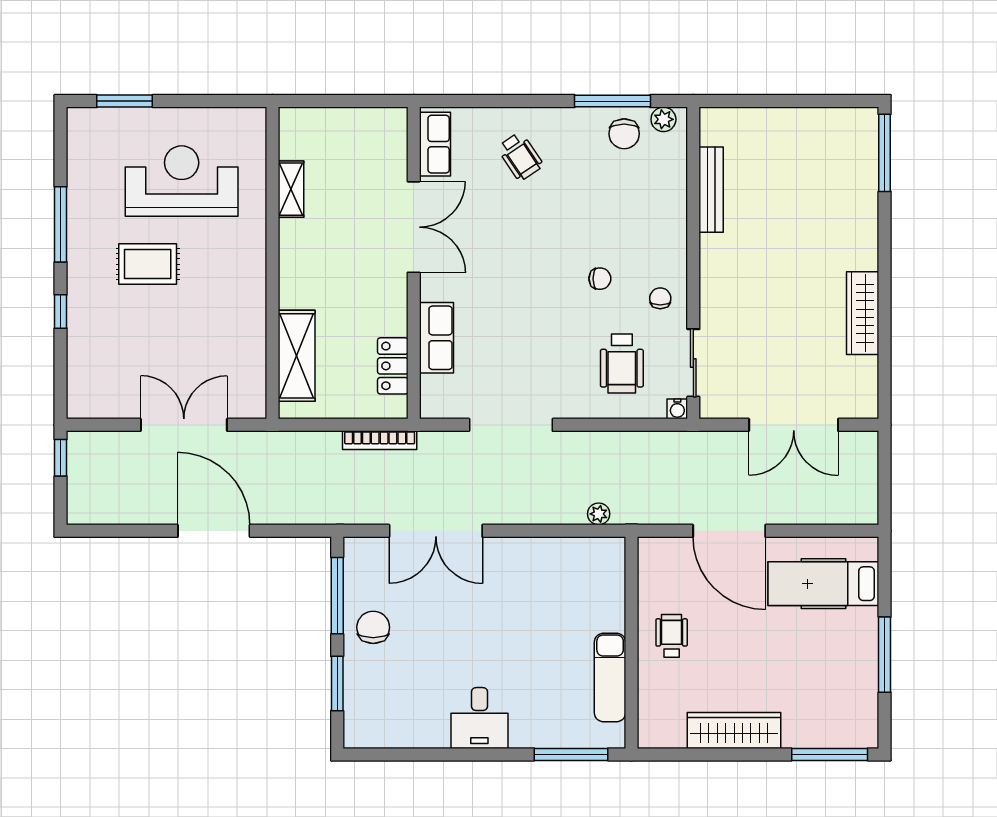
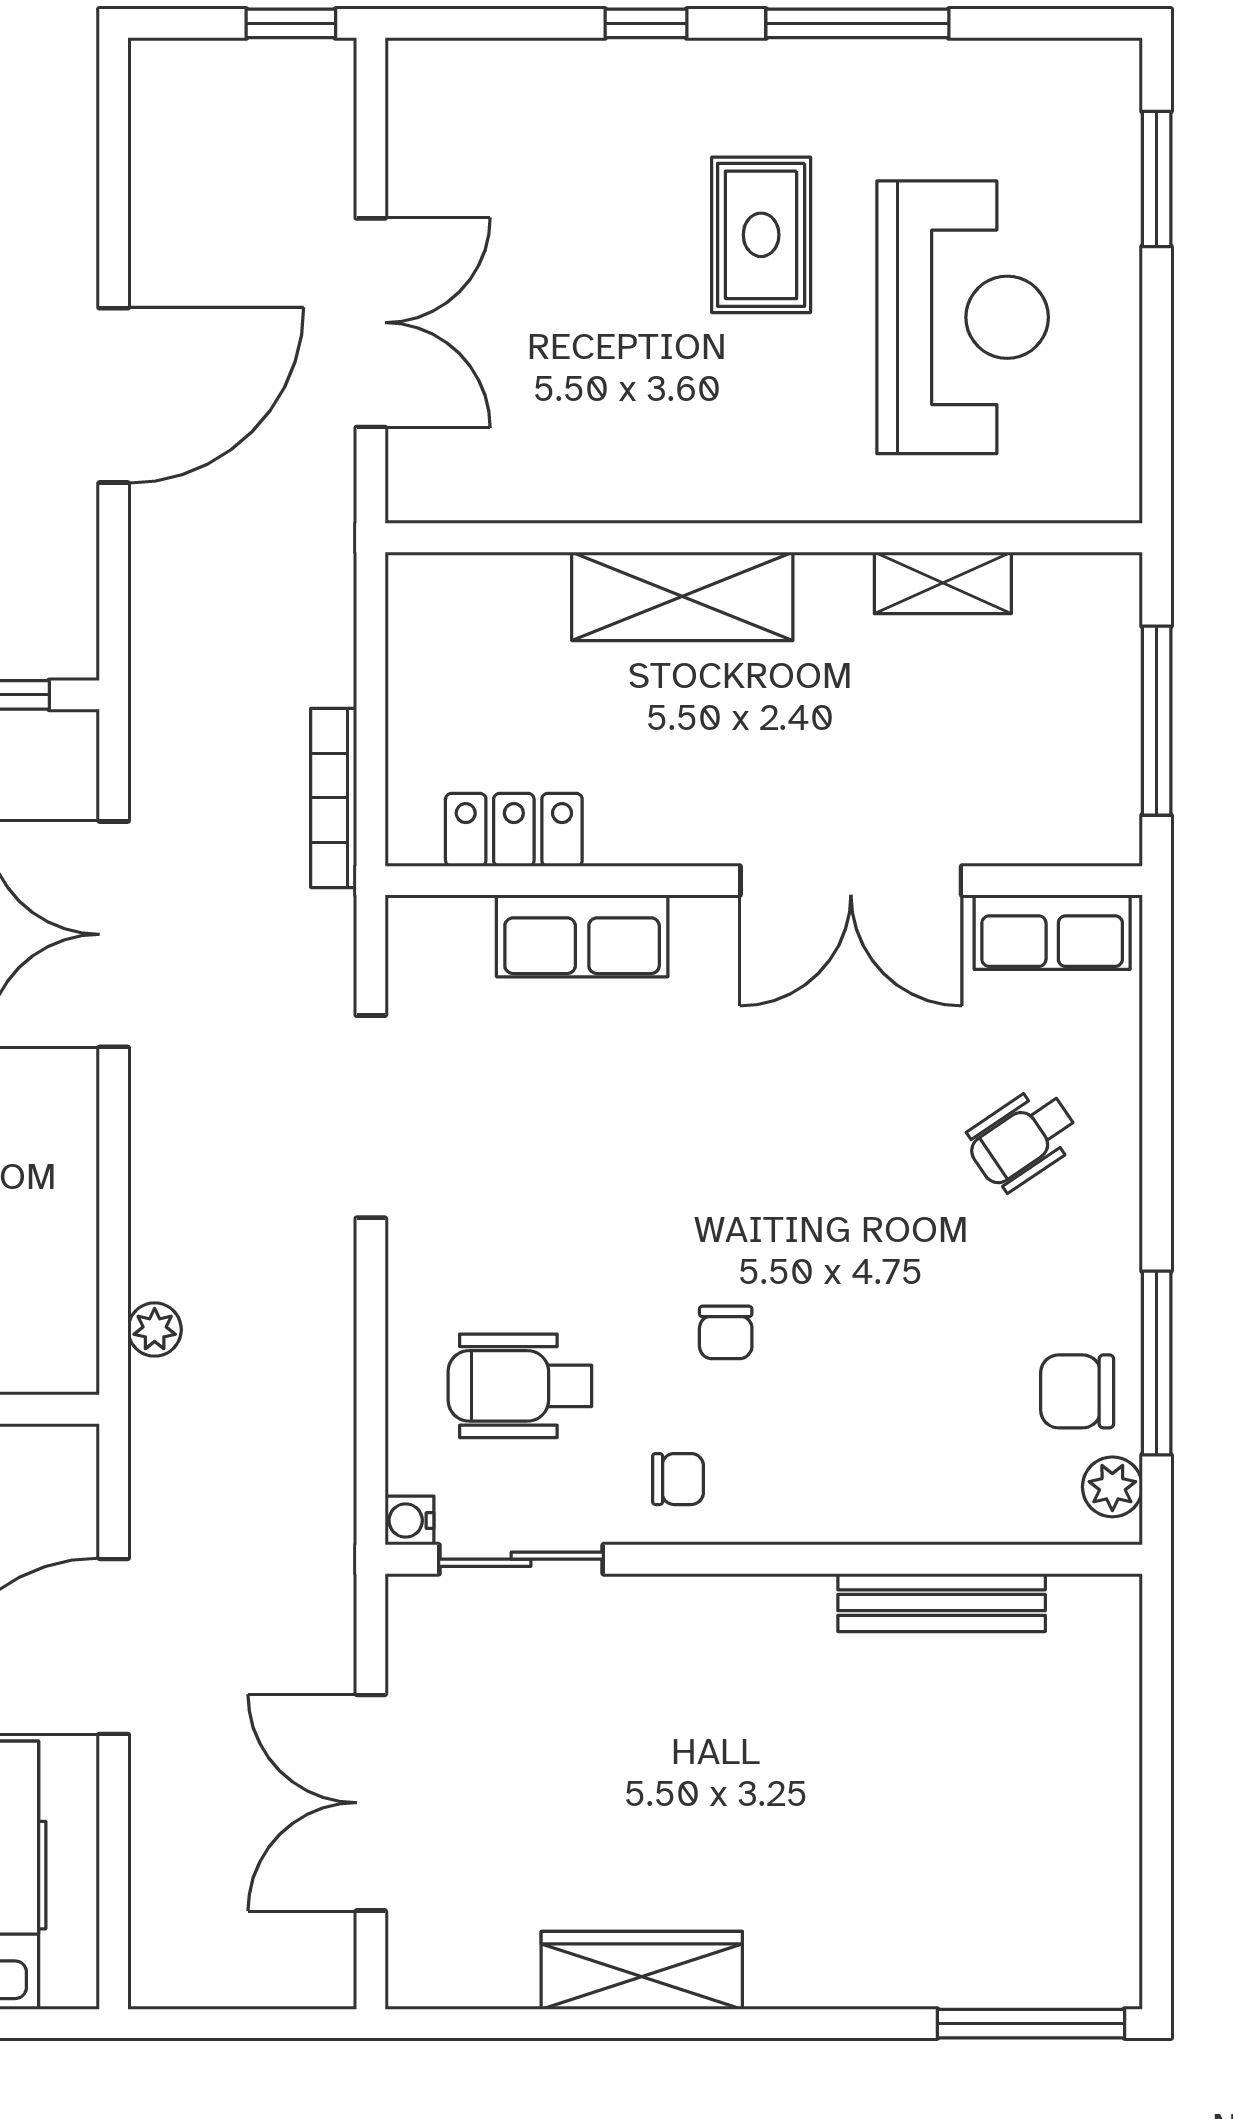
window: (348, 101) -> (1157, 721), added
shelving: (297, 356) -> (682, 596), moved

